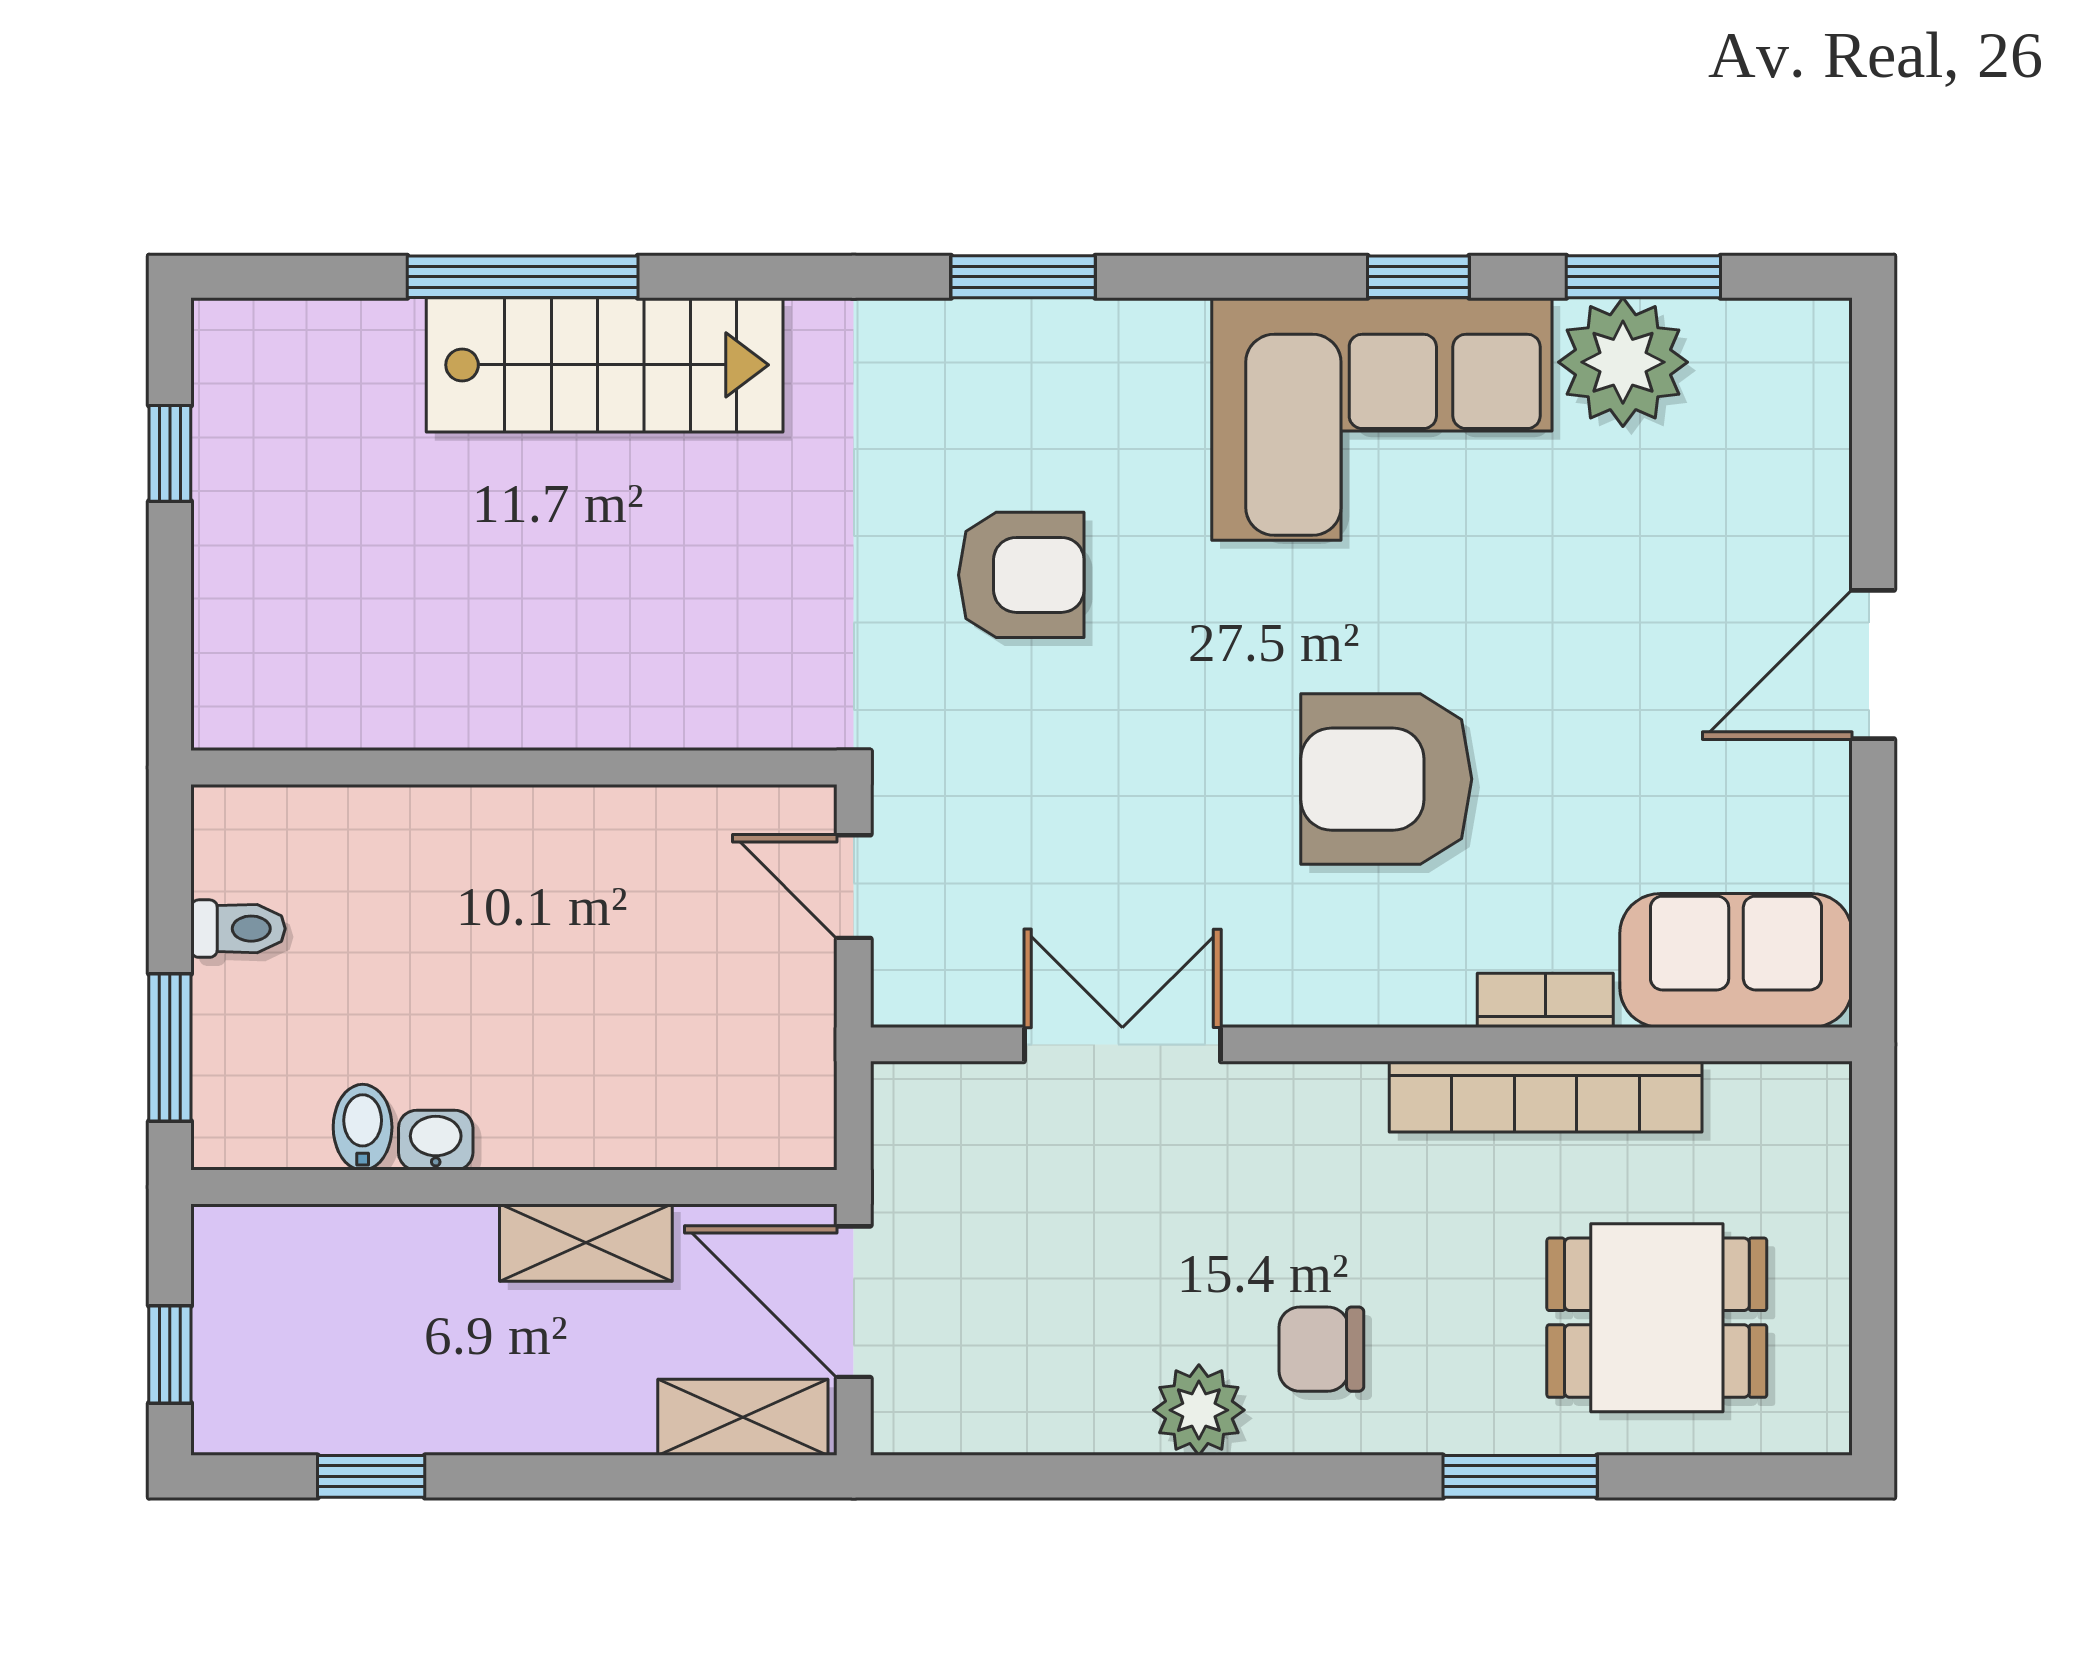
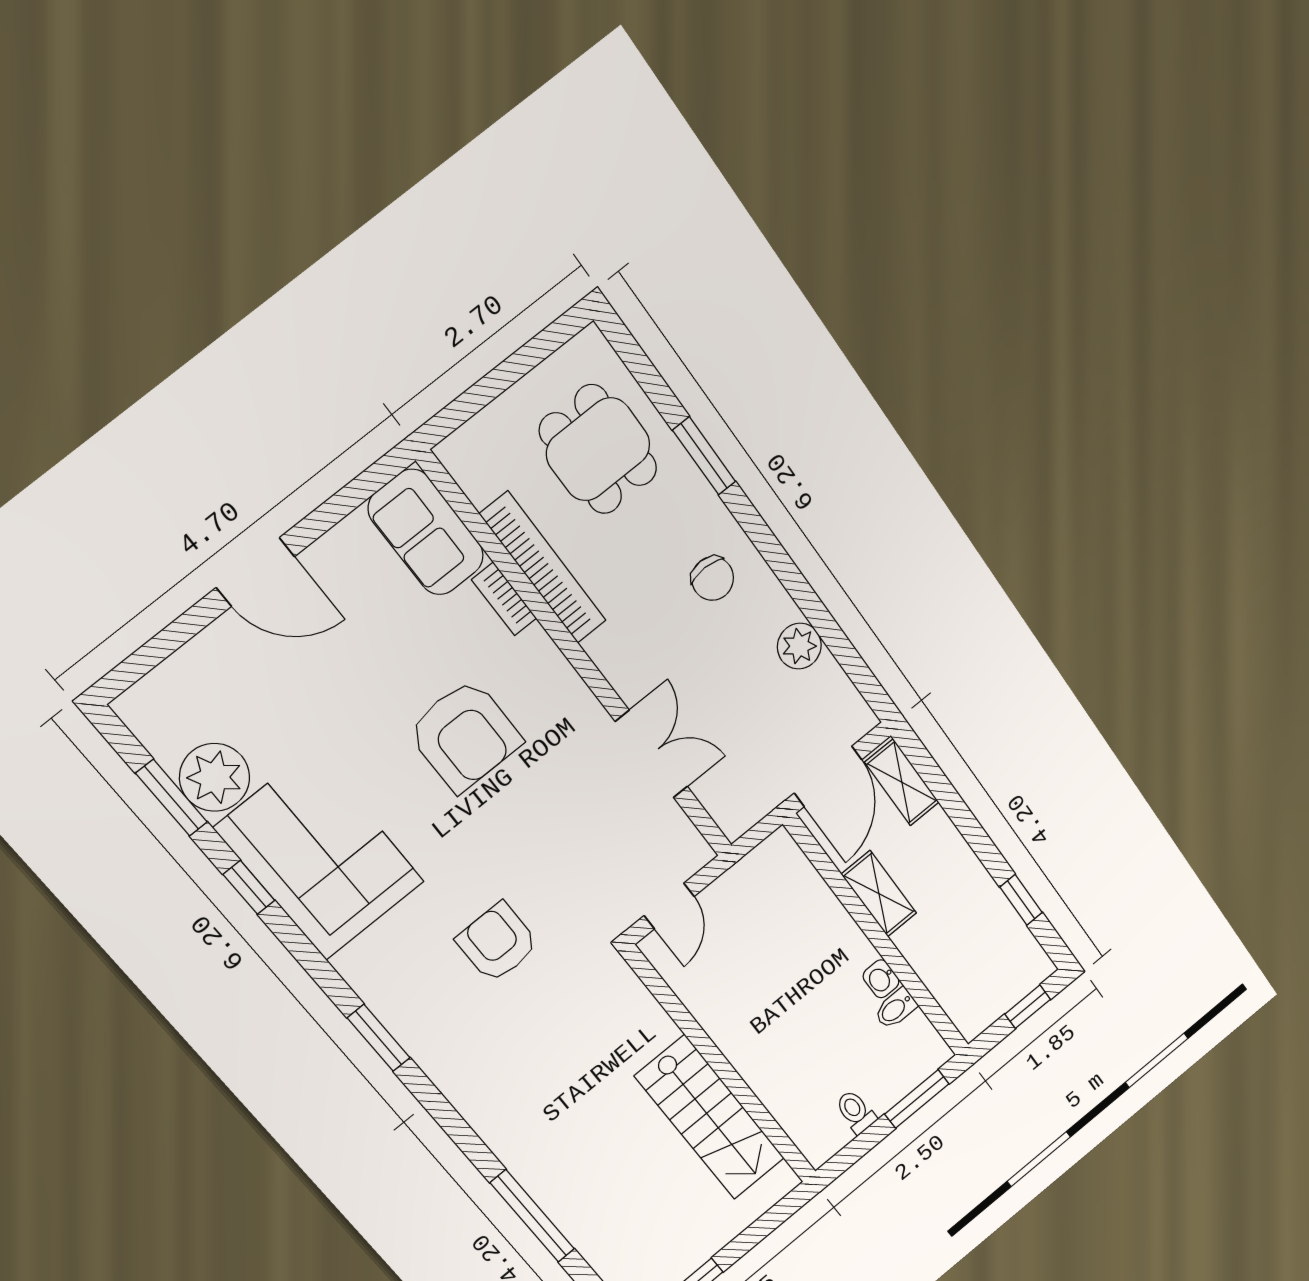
stairs: (605, 365) -> (710, 1117), moved, turned 180
double door: (1122, 1044) -> (651, 754), swing flipped
plant: (1199, 1410) -> (799, 646), moved

